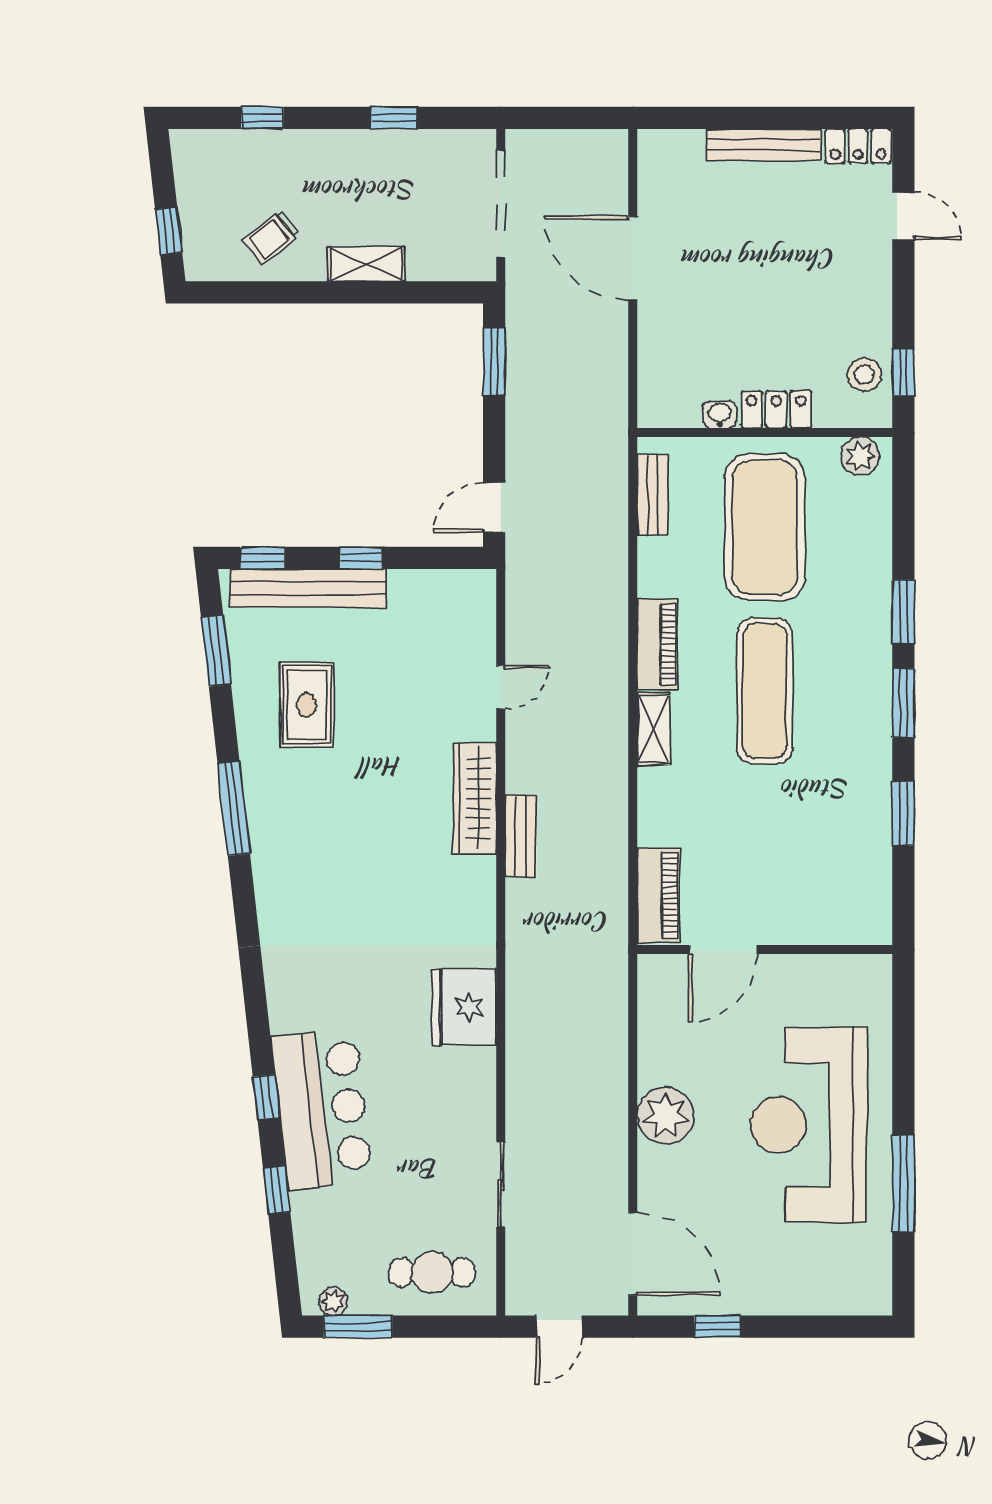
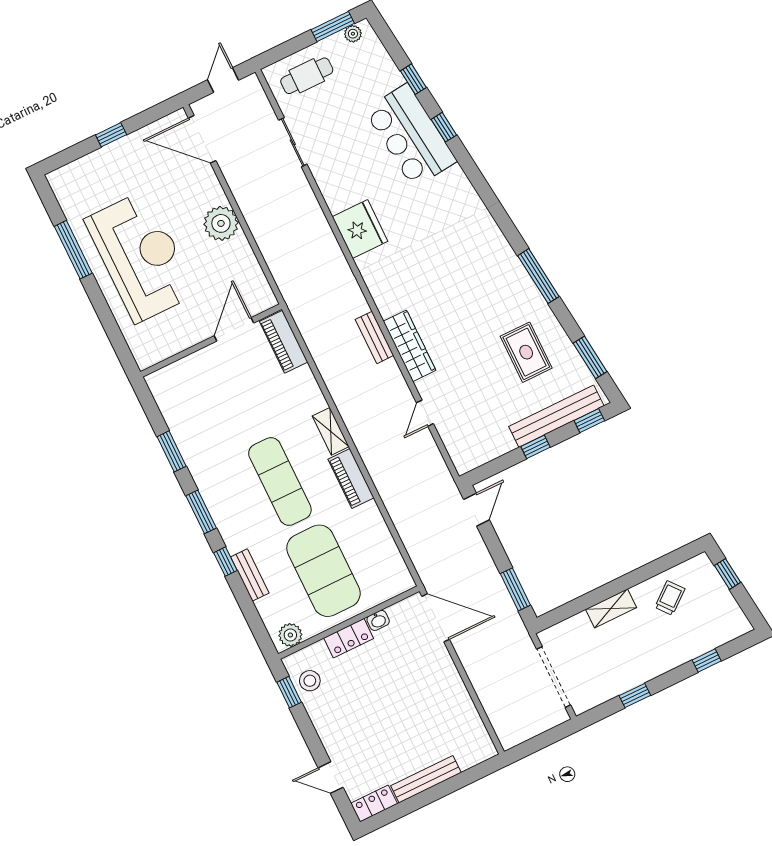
door: (633, 258) -> (436, 618), moved
bench: (653, 495) -> (250, 575), moved
window: (903, 612) -> (225, 562), width x0.67
window: (717, 1327) -> (111, 135), moved

